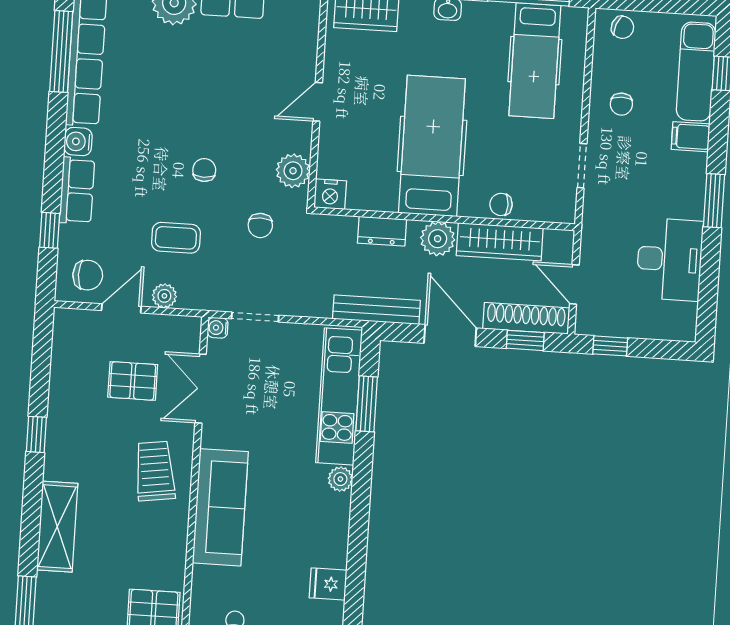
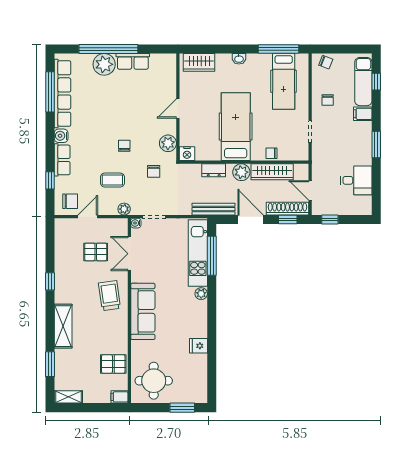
desk: (670, 259) -> (356, 180), width x0.73
plant: (164, 296) -> (124, 209), moved
window: (367, 404) -> (212, 256), width x1.44

